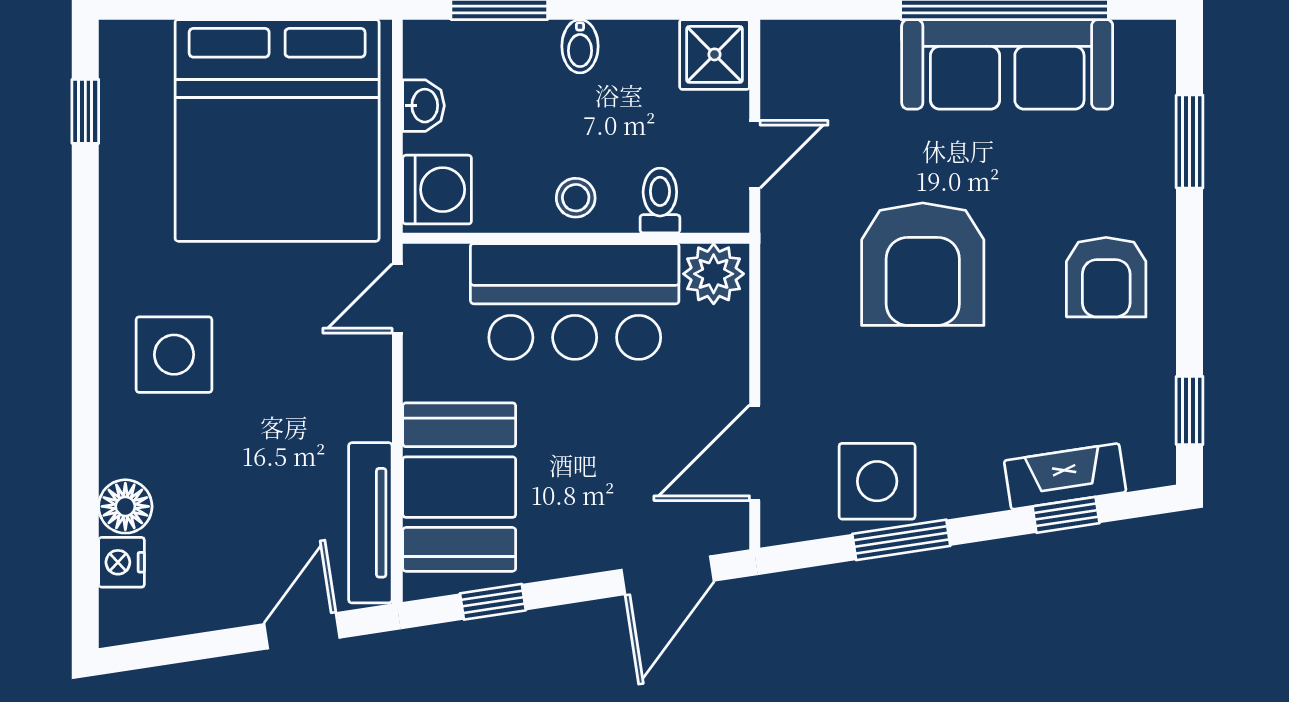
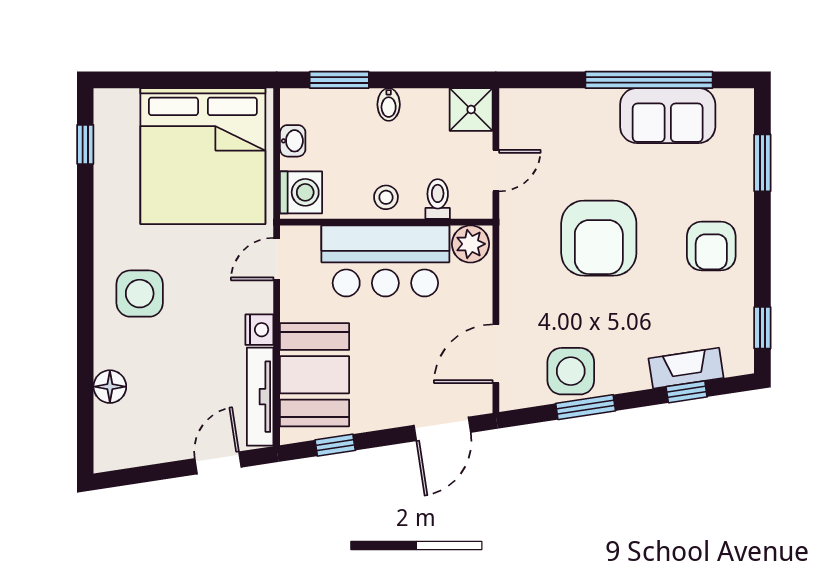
sofa: (1007, 64) -> (668, 116), width x0.73
nightstand: (122, 562) -> (259, 330), moved, turned 180

